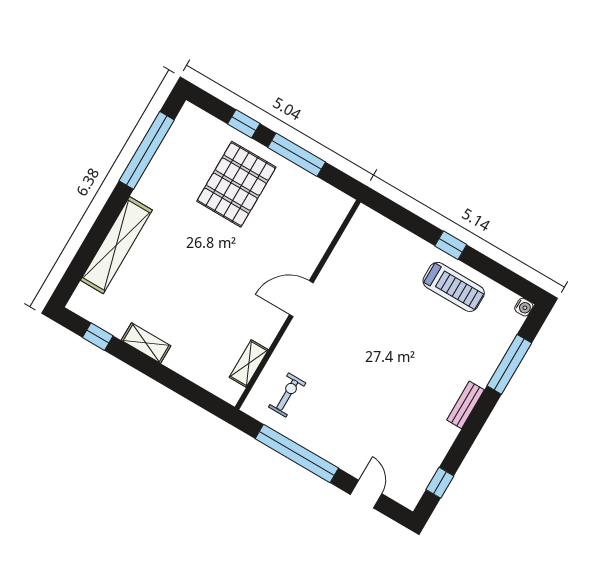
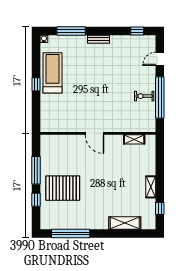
shelving: (116, 245) -> (125, 223), width x0.68
treadmill: (454, 287) -> (53, 73), width x1.37, depth x1.38
exercise bike: (287, 395) -> (144, 96), moved

